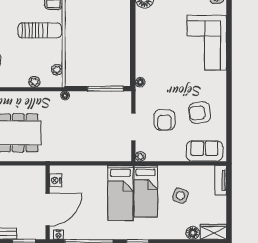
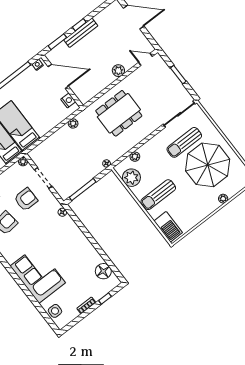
plant: (57, 70) -> (131, 178), width x1.87, depth x1.87
armchair: (164, 120) -> (26, 199), turned 90
plant: (67, 156) -> (73, 124), added
door: (48, 210) -> (58, 76), swing flipped

